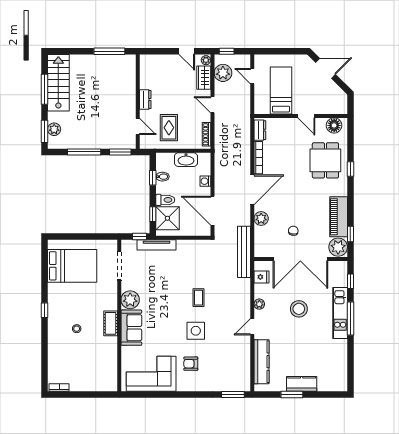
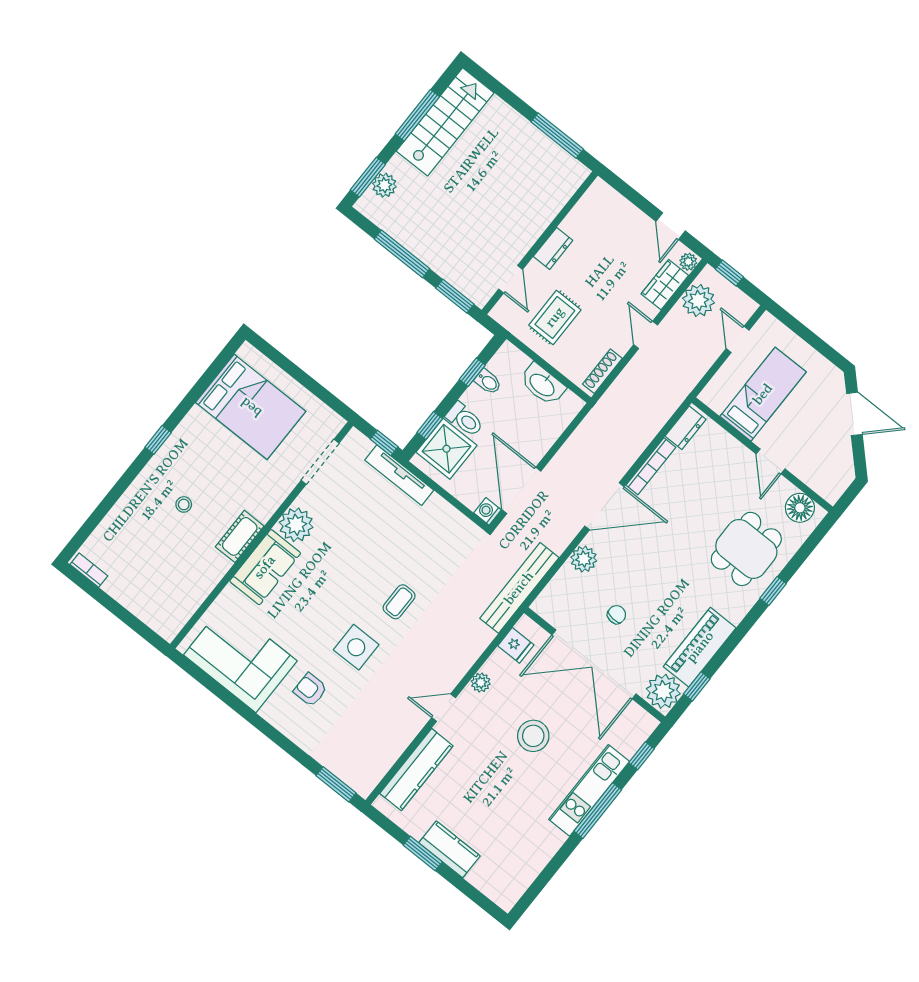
washing machine: (205, 181) -> (488, 511), moved

